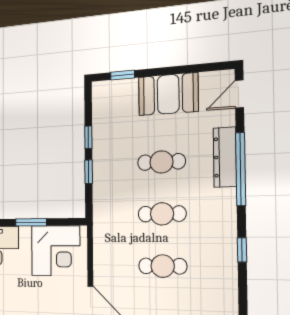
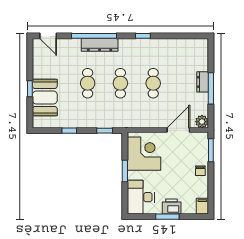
window: (123, 75) -> (30, 89), moved
booth: (168, 94) -> (45, 97), moved
dresser: (225, 157) -> (100, 45), moved
window: (89, 172) -> (105, 131), moved

